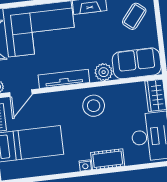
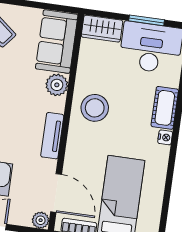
tv unit: (64, 79) -> (52, 136), width x0.71
door: (21, 93) -> (56, 193), width x1.38

